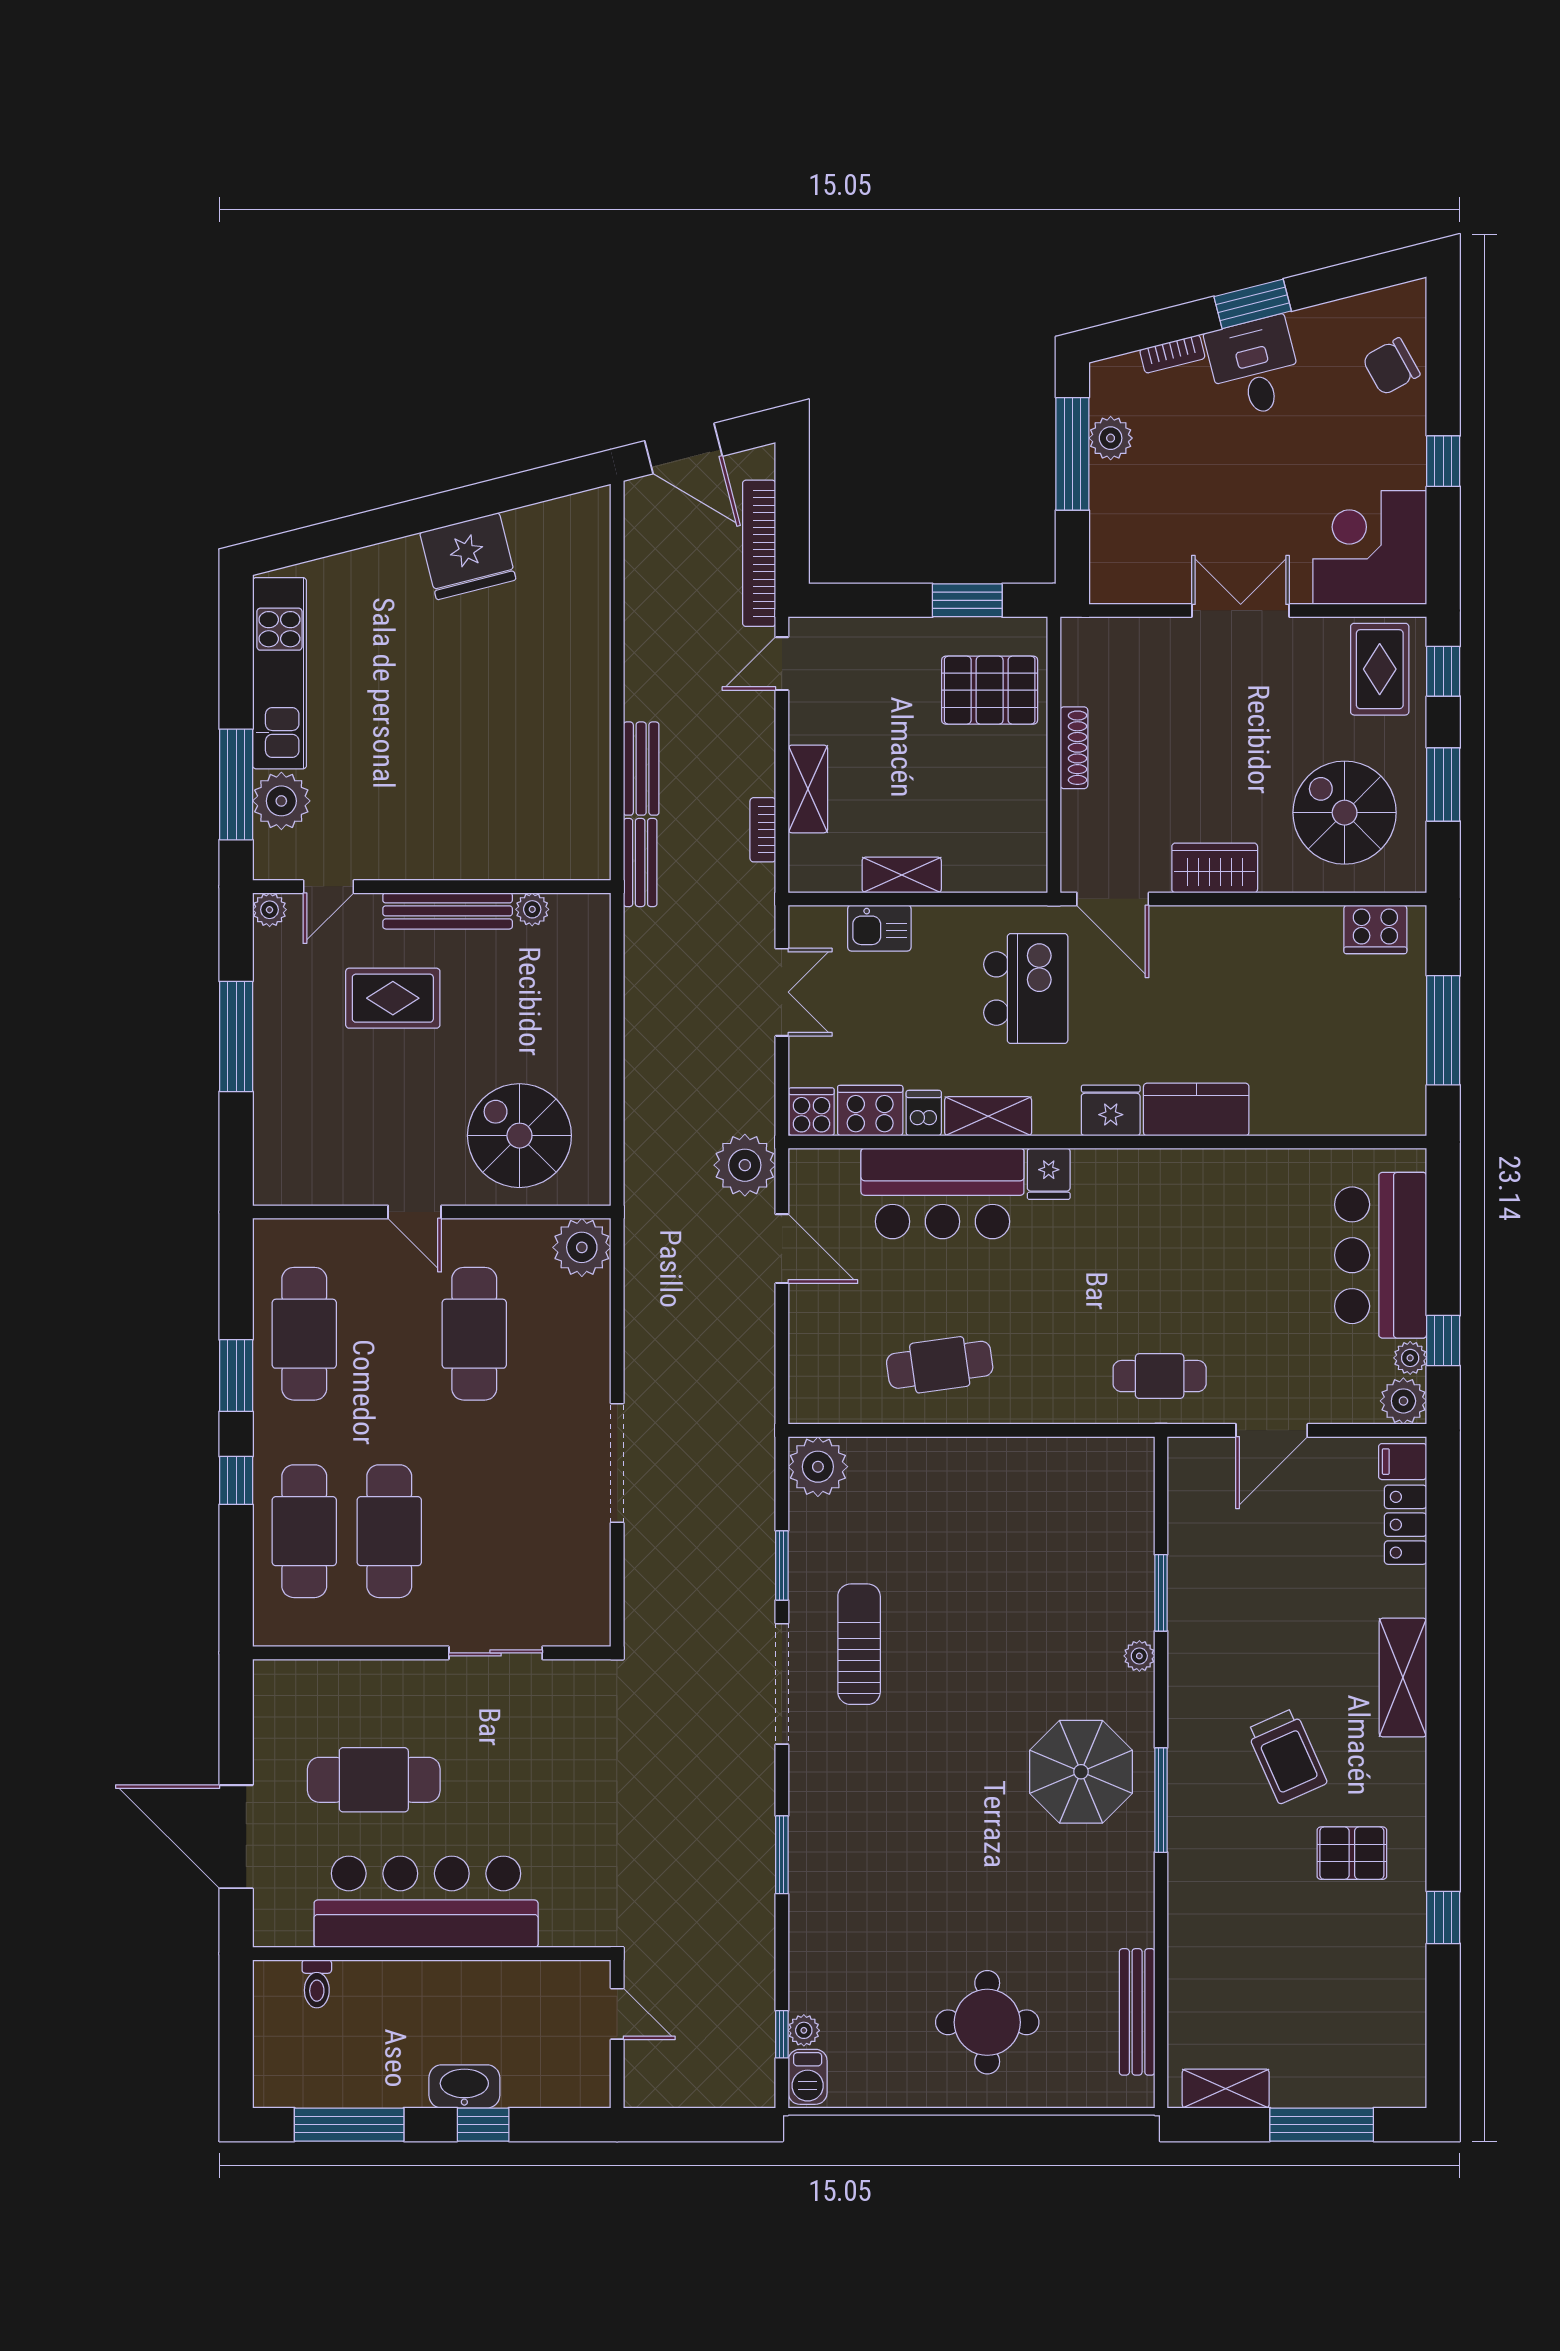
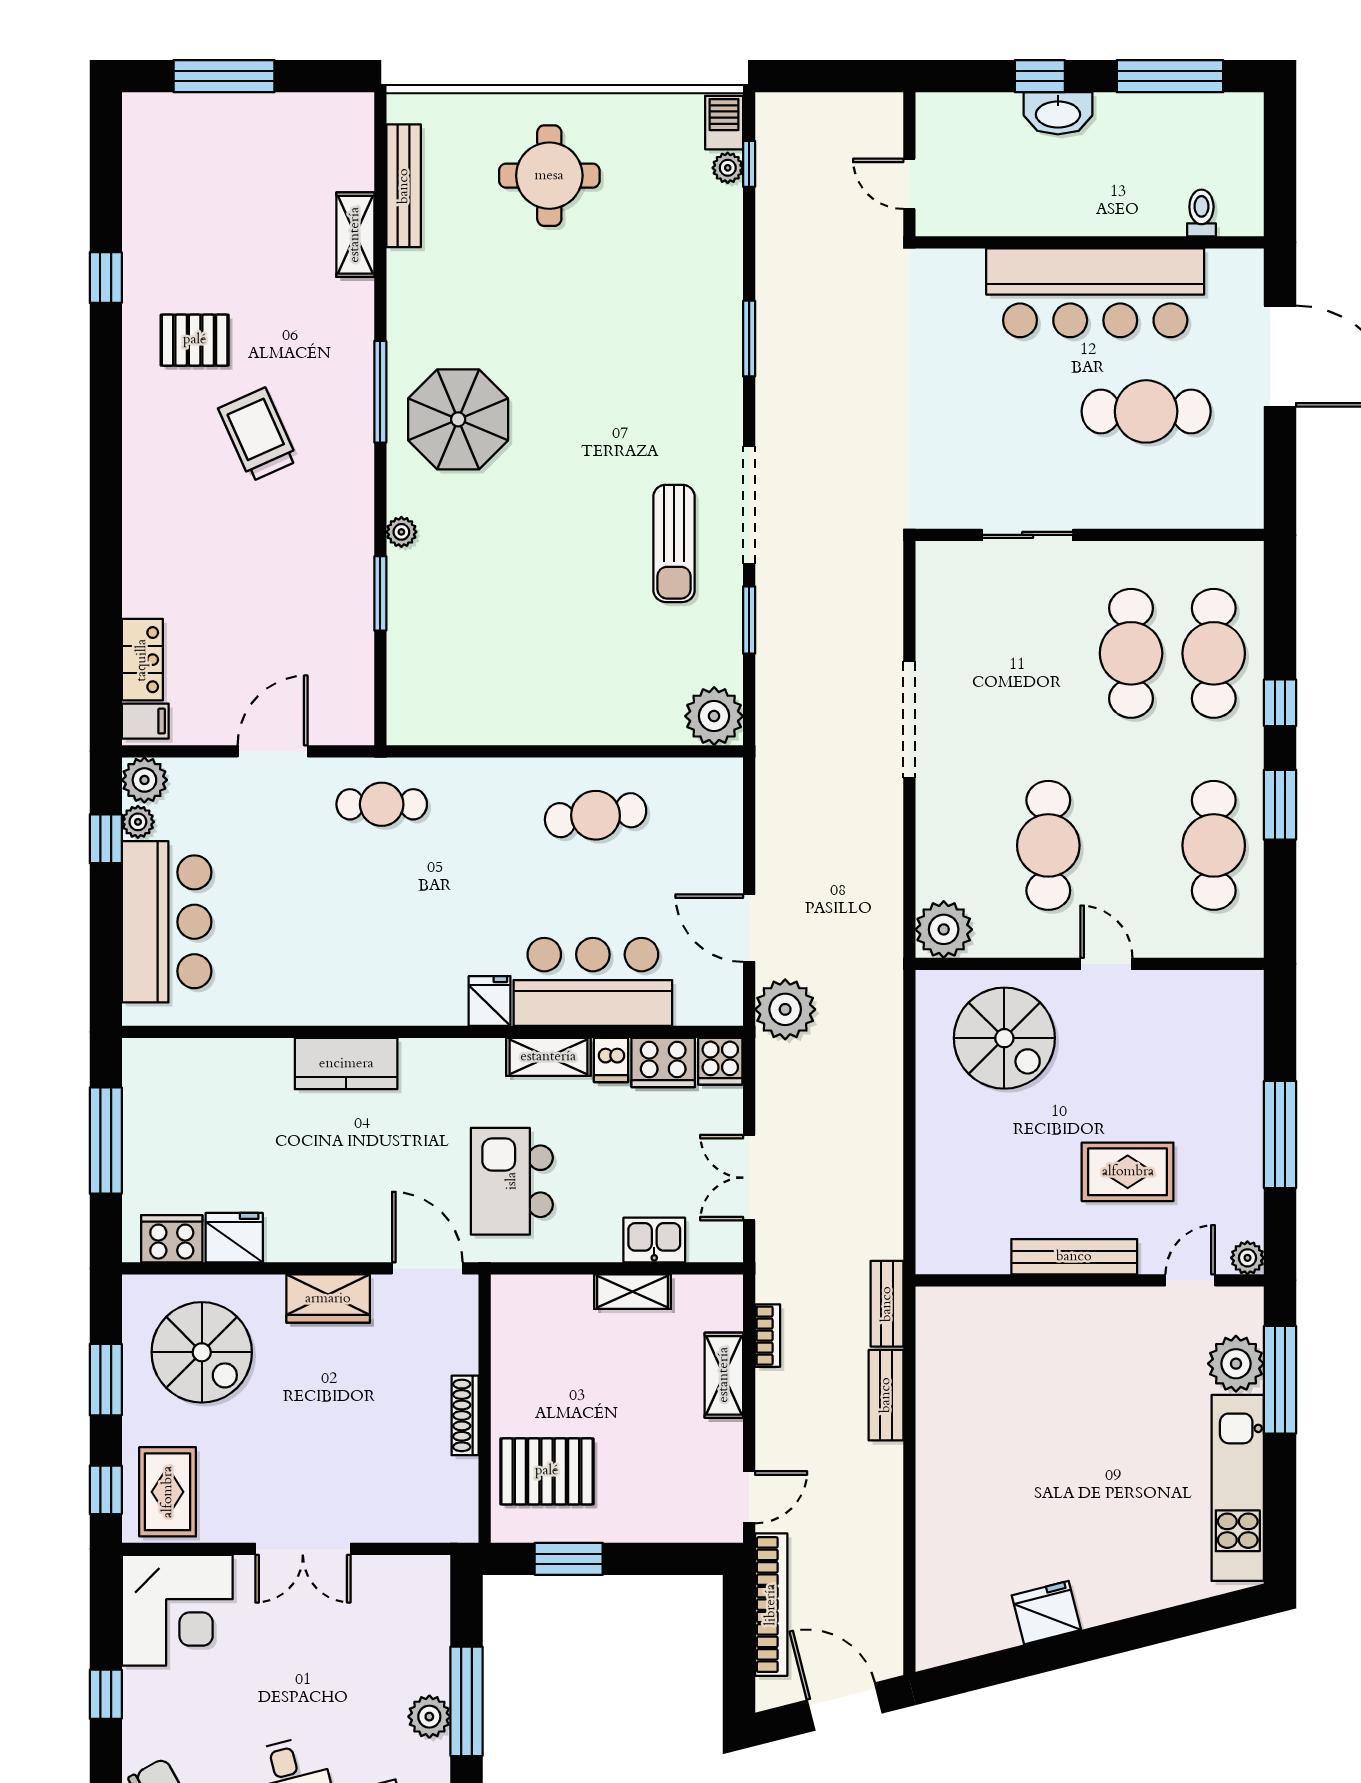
fridge: (468, 556) -> (1046, 1613), width x0.73, depth x0.75
plant: (532, 909) -> (992, 1258), removed
fridge: (1111, 1110) -> (234, 1238), moved, turned 180
shelving: (1403, 1678) -> (145, 511), removed
shelving: (1226, 2089) -> (355, 235), moved, turned 90

